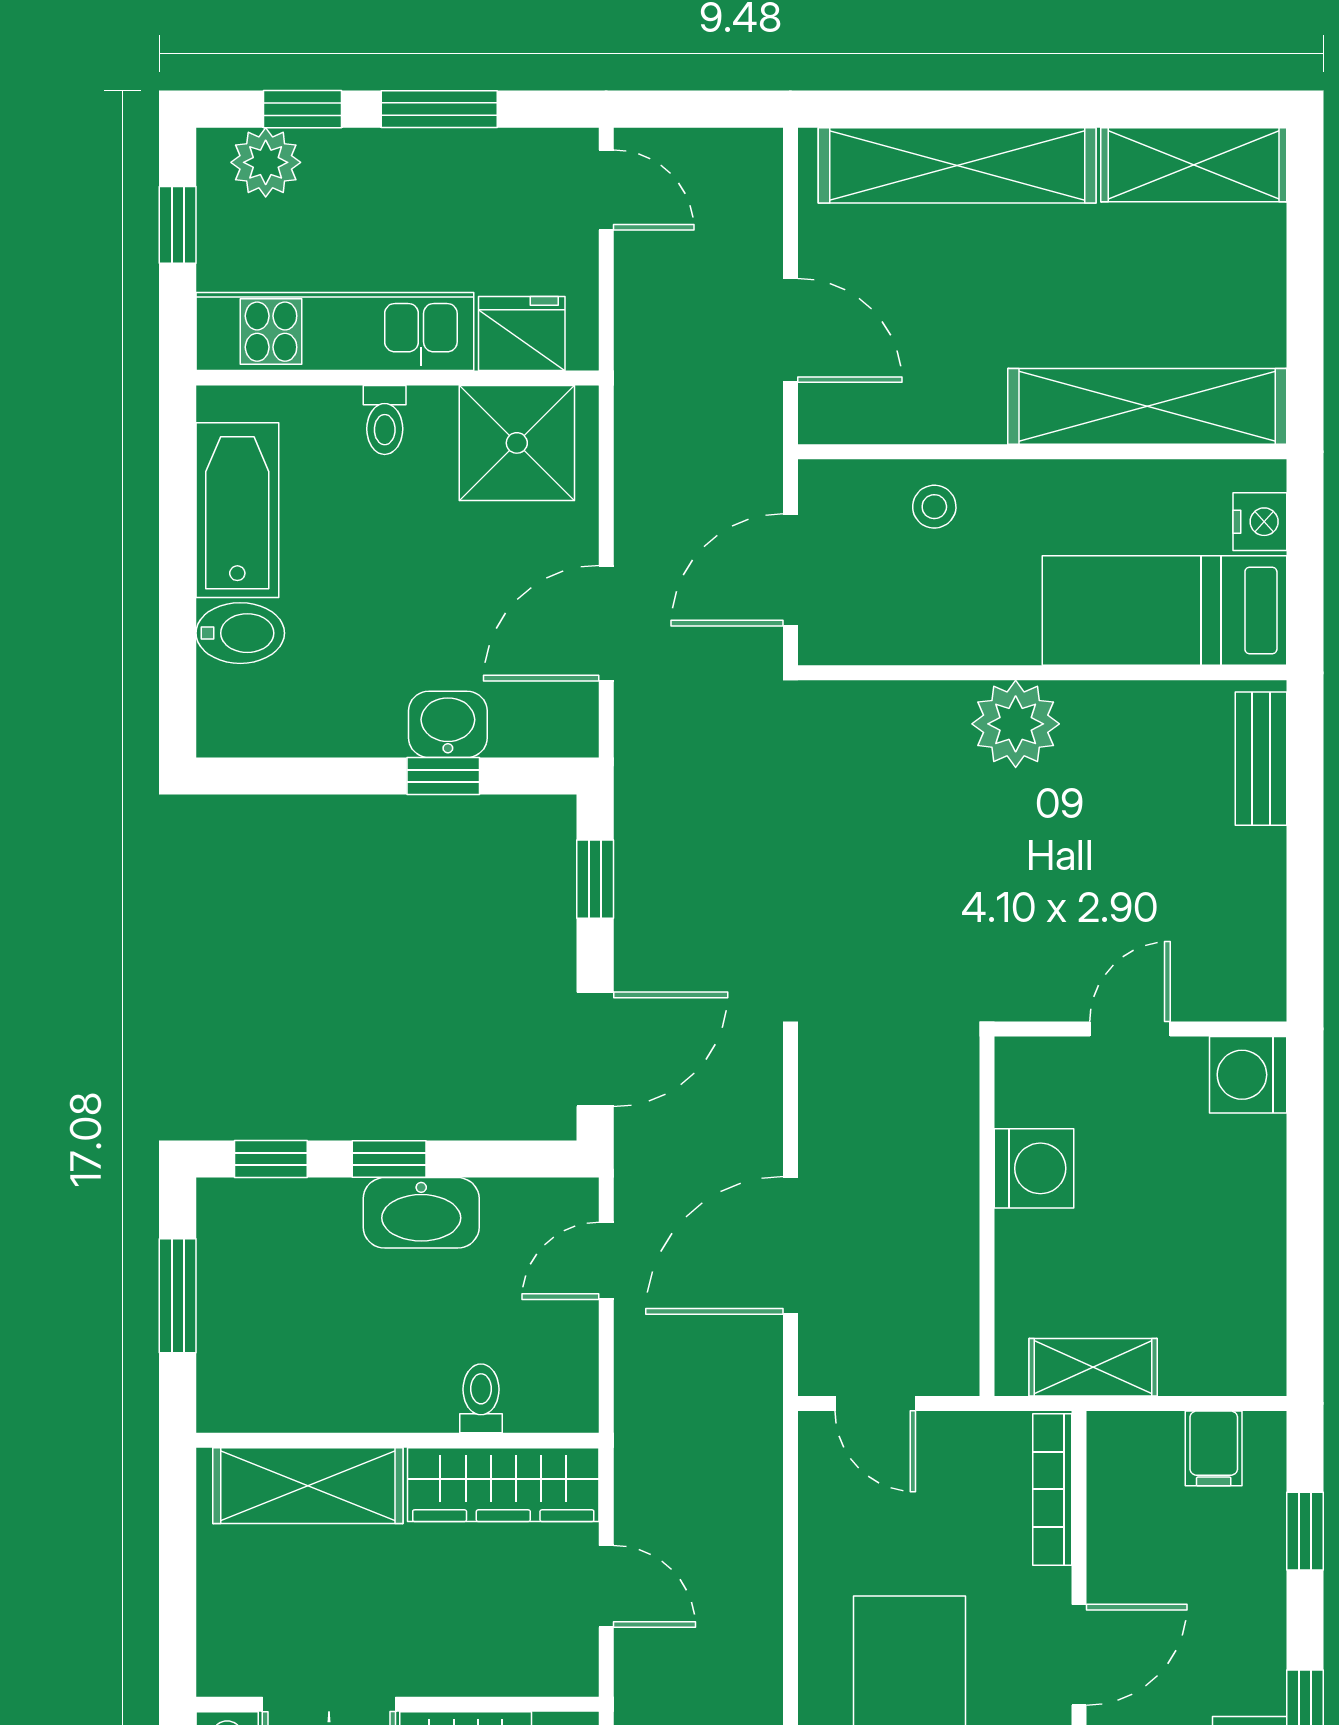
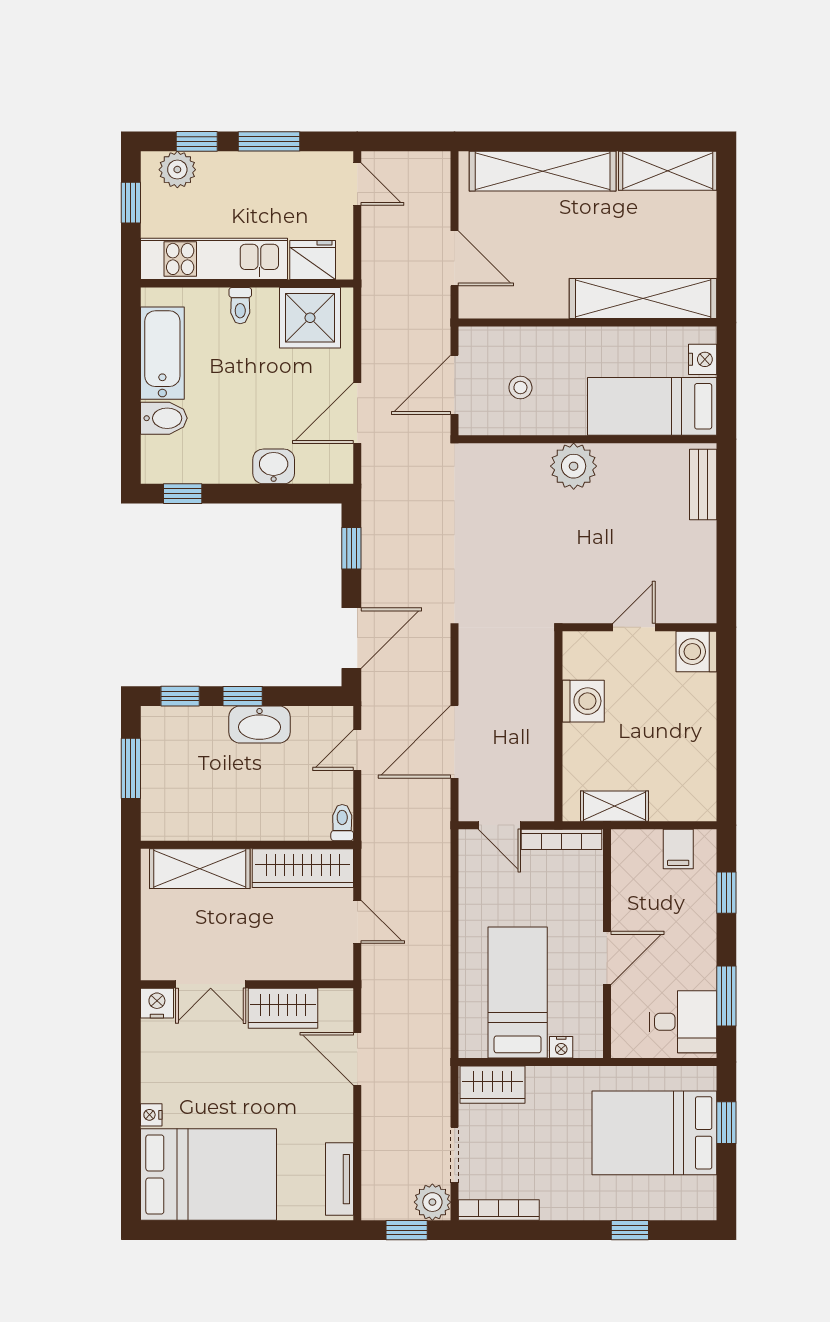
stool: (934, 507) -> (520, 388), moved
window: (443, 776) -> (183, 494), moved
toilet: (481, 1398) -> (342, 823), moved
bookcase: (1052, 1489) -> (561, 839), moved, turned -90

